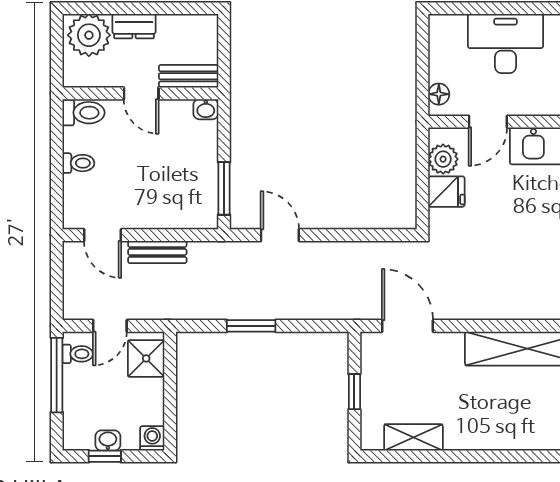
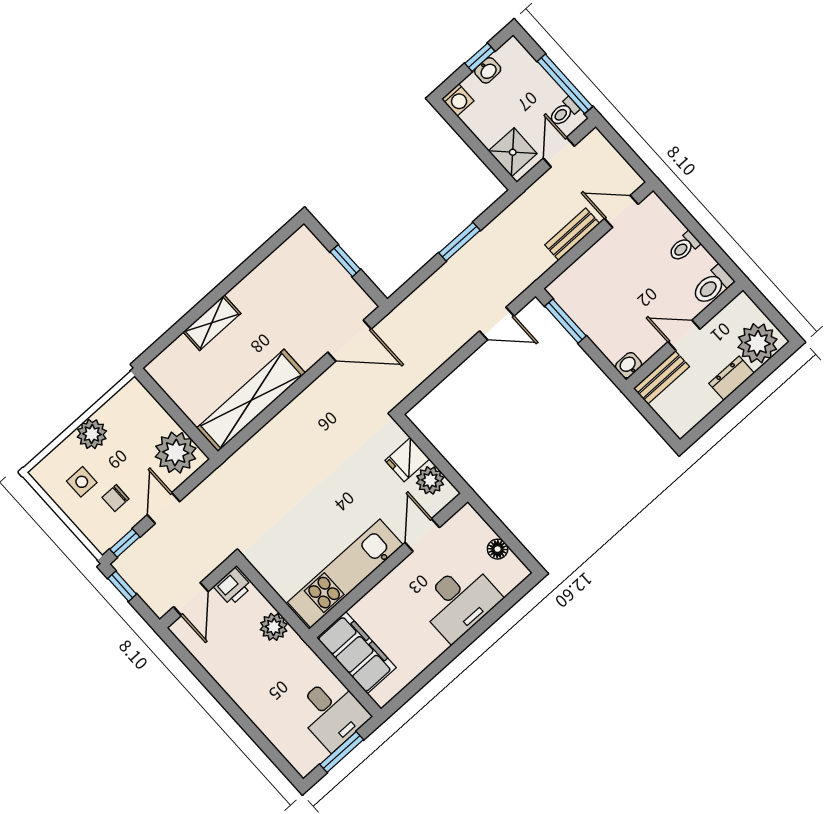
floor lamp: (439, 94) -> (498, 549), moved
shelving: (413, 437) -> (212, 323), moved

